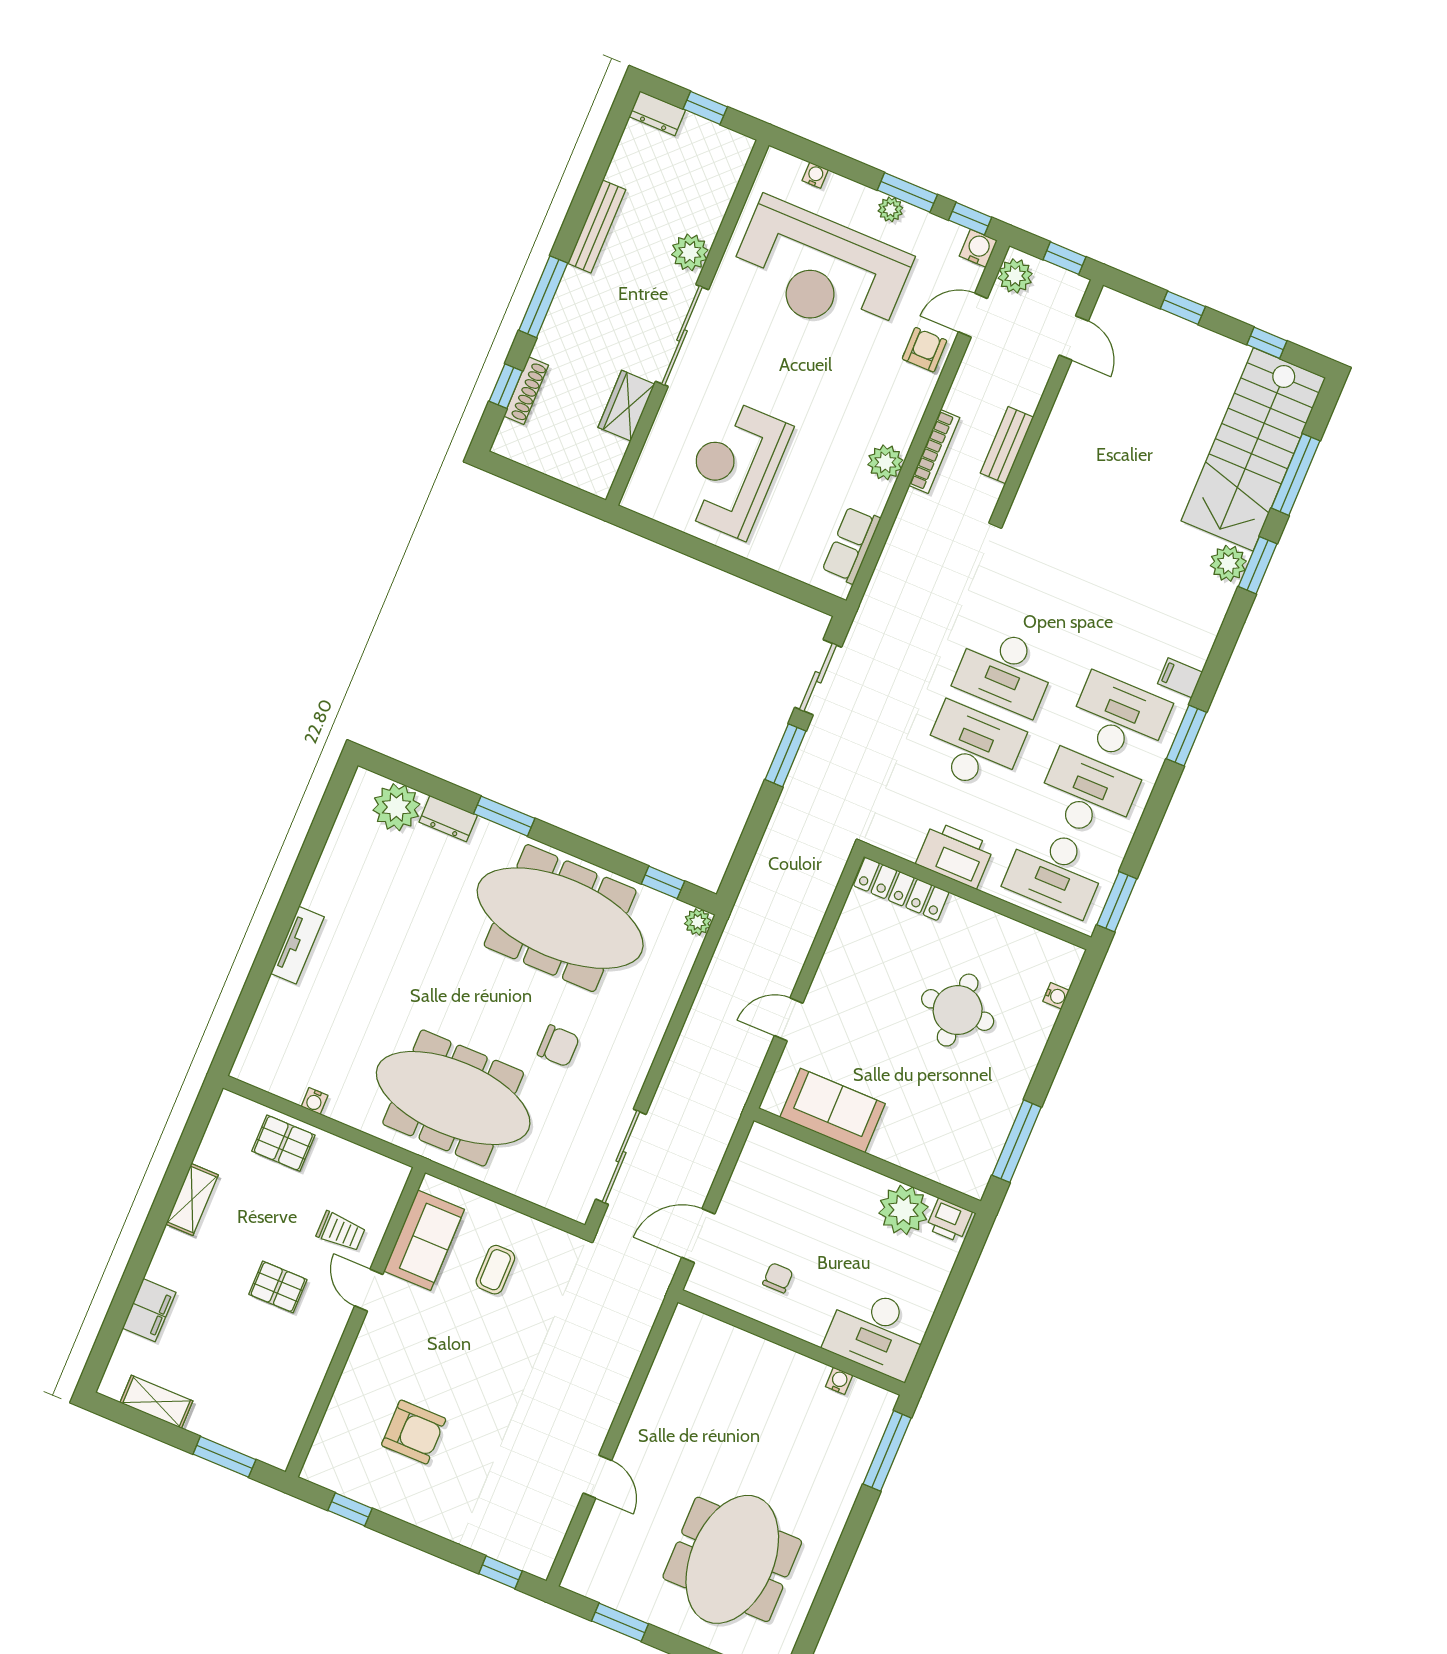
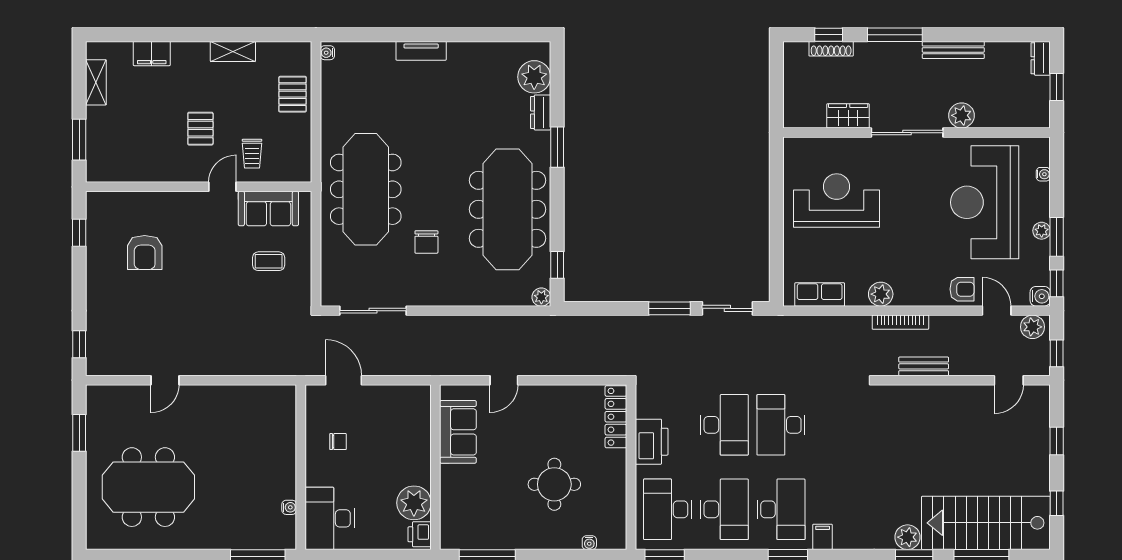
door: (789, 1019) -> (504, 380), swing flipped
water cooler: (315, 1101) -> (327, 53), moved

